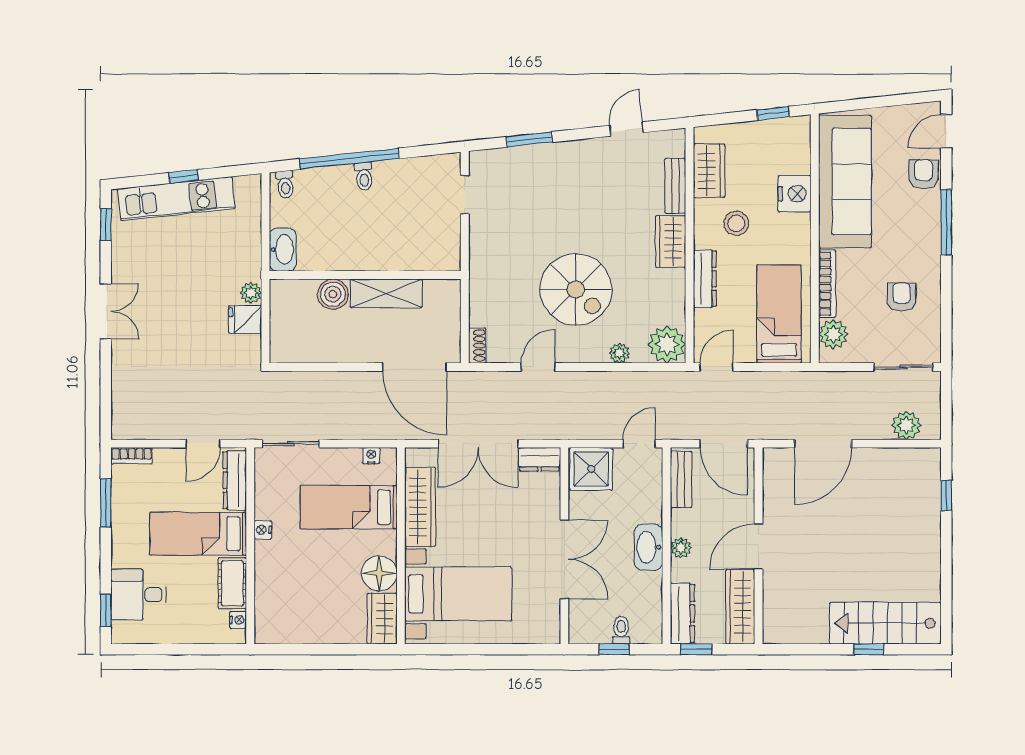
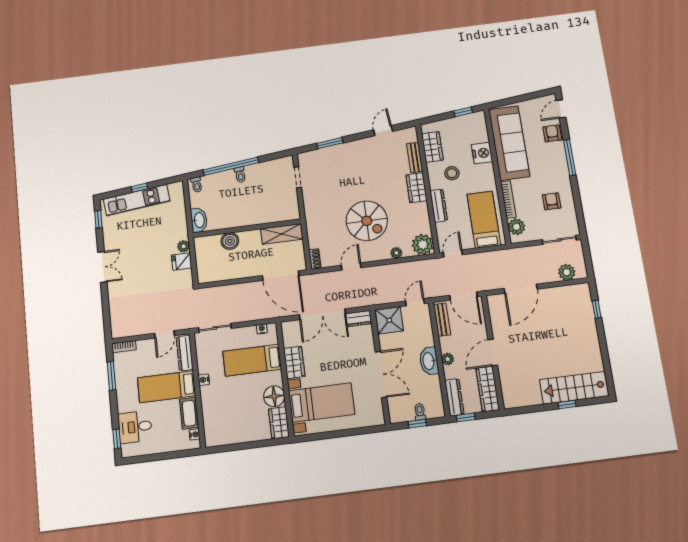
shelving: (386, 293) -> (282, 234), moved
wardrobe: (420, 507) -> (294, 362), width x0.67

